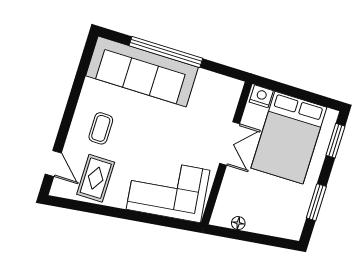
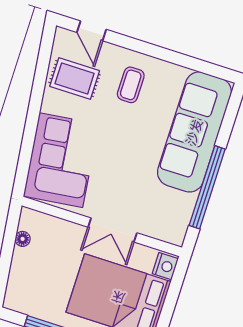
window: (166, 52) -> (207, 187), moved
coffee table: (101, 128) -> (131, 85), turned 90
door: (53, 163) -> (92, 31), hinge flipped

